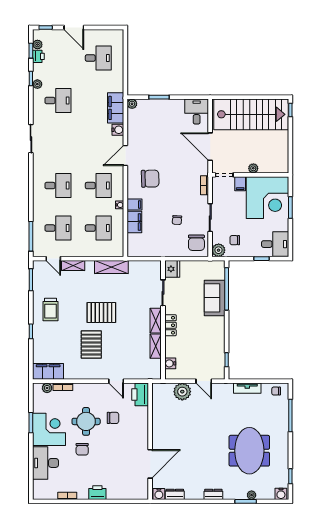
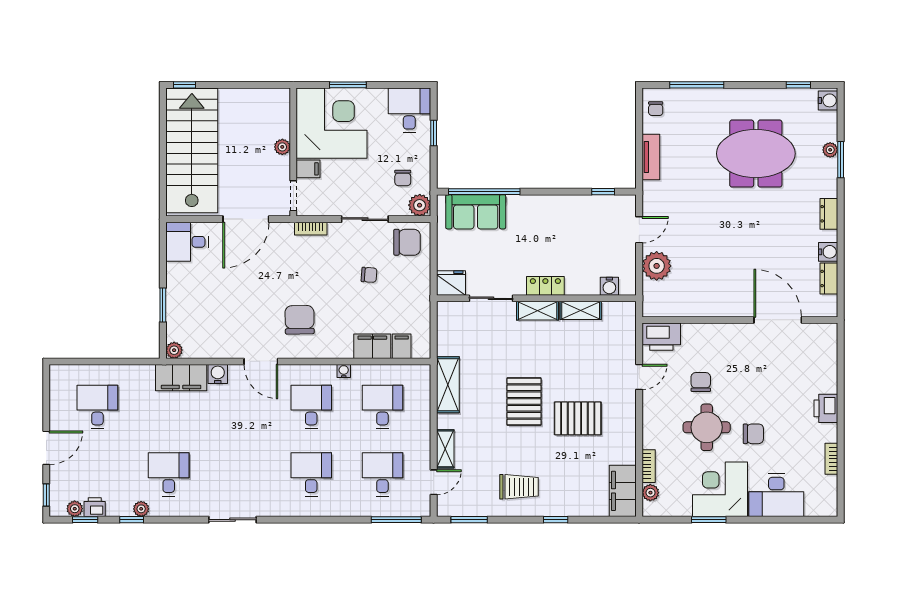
filing cabinet: (134, 205) -> (402, 346), moved
sofa: (215, 298) -> (476, 212), moved
water cooler: (159, 494) -> (828, 252), moved

